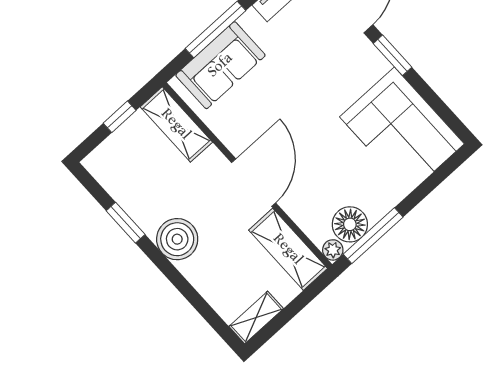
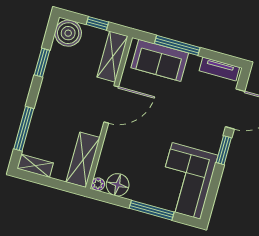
door: (254, 183) -> (111, 104), moved
window: (373, 236) -> (152, 210), moved
boiler: (177, 239) -> (68, 33), moved
window: (198, 302) -> (24, 129), added

